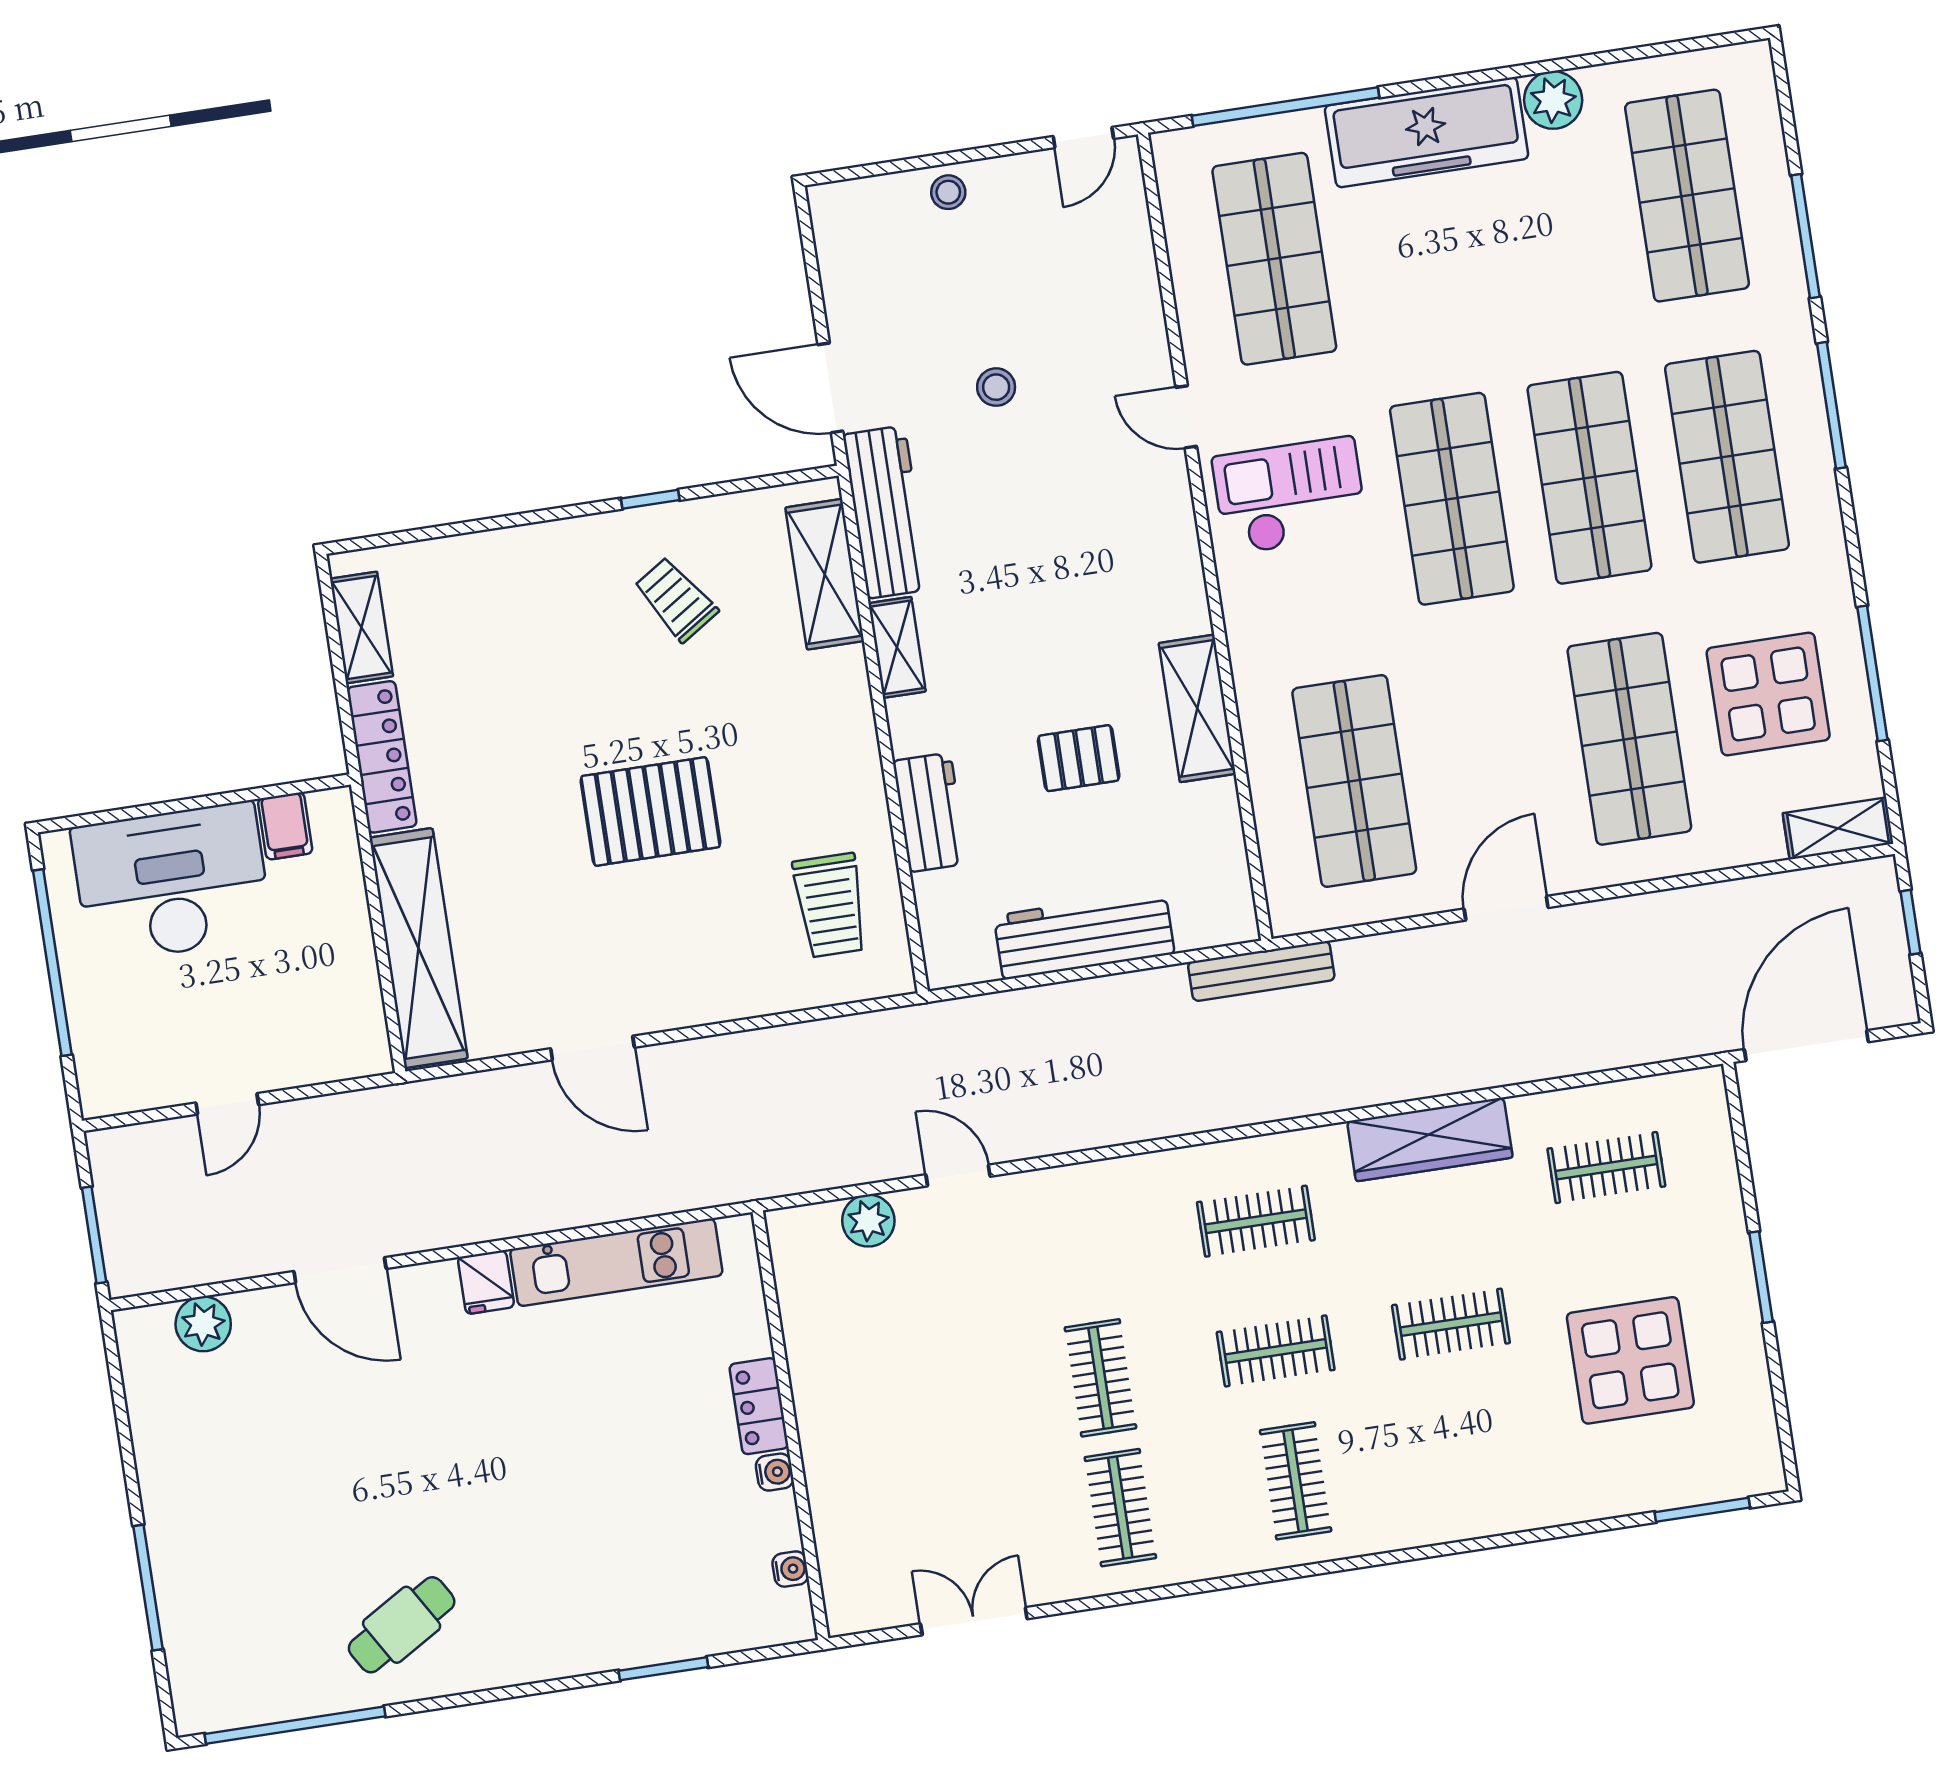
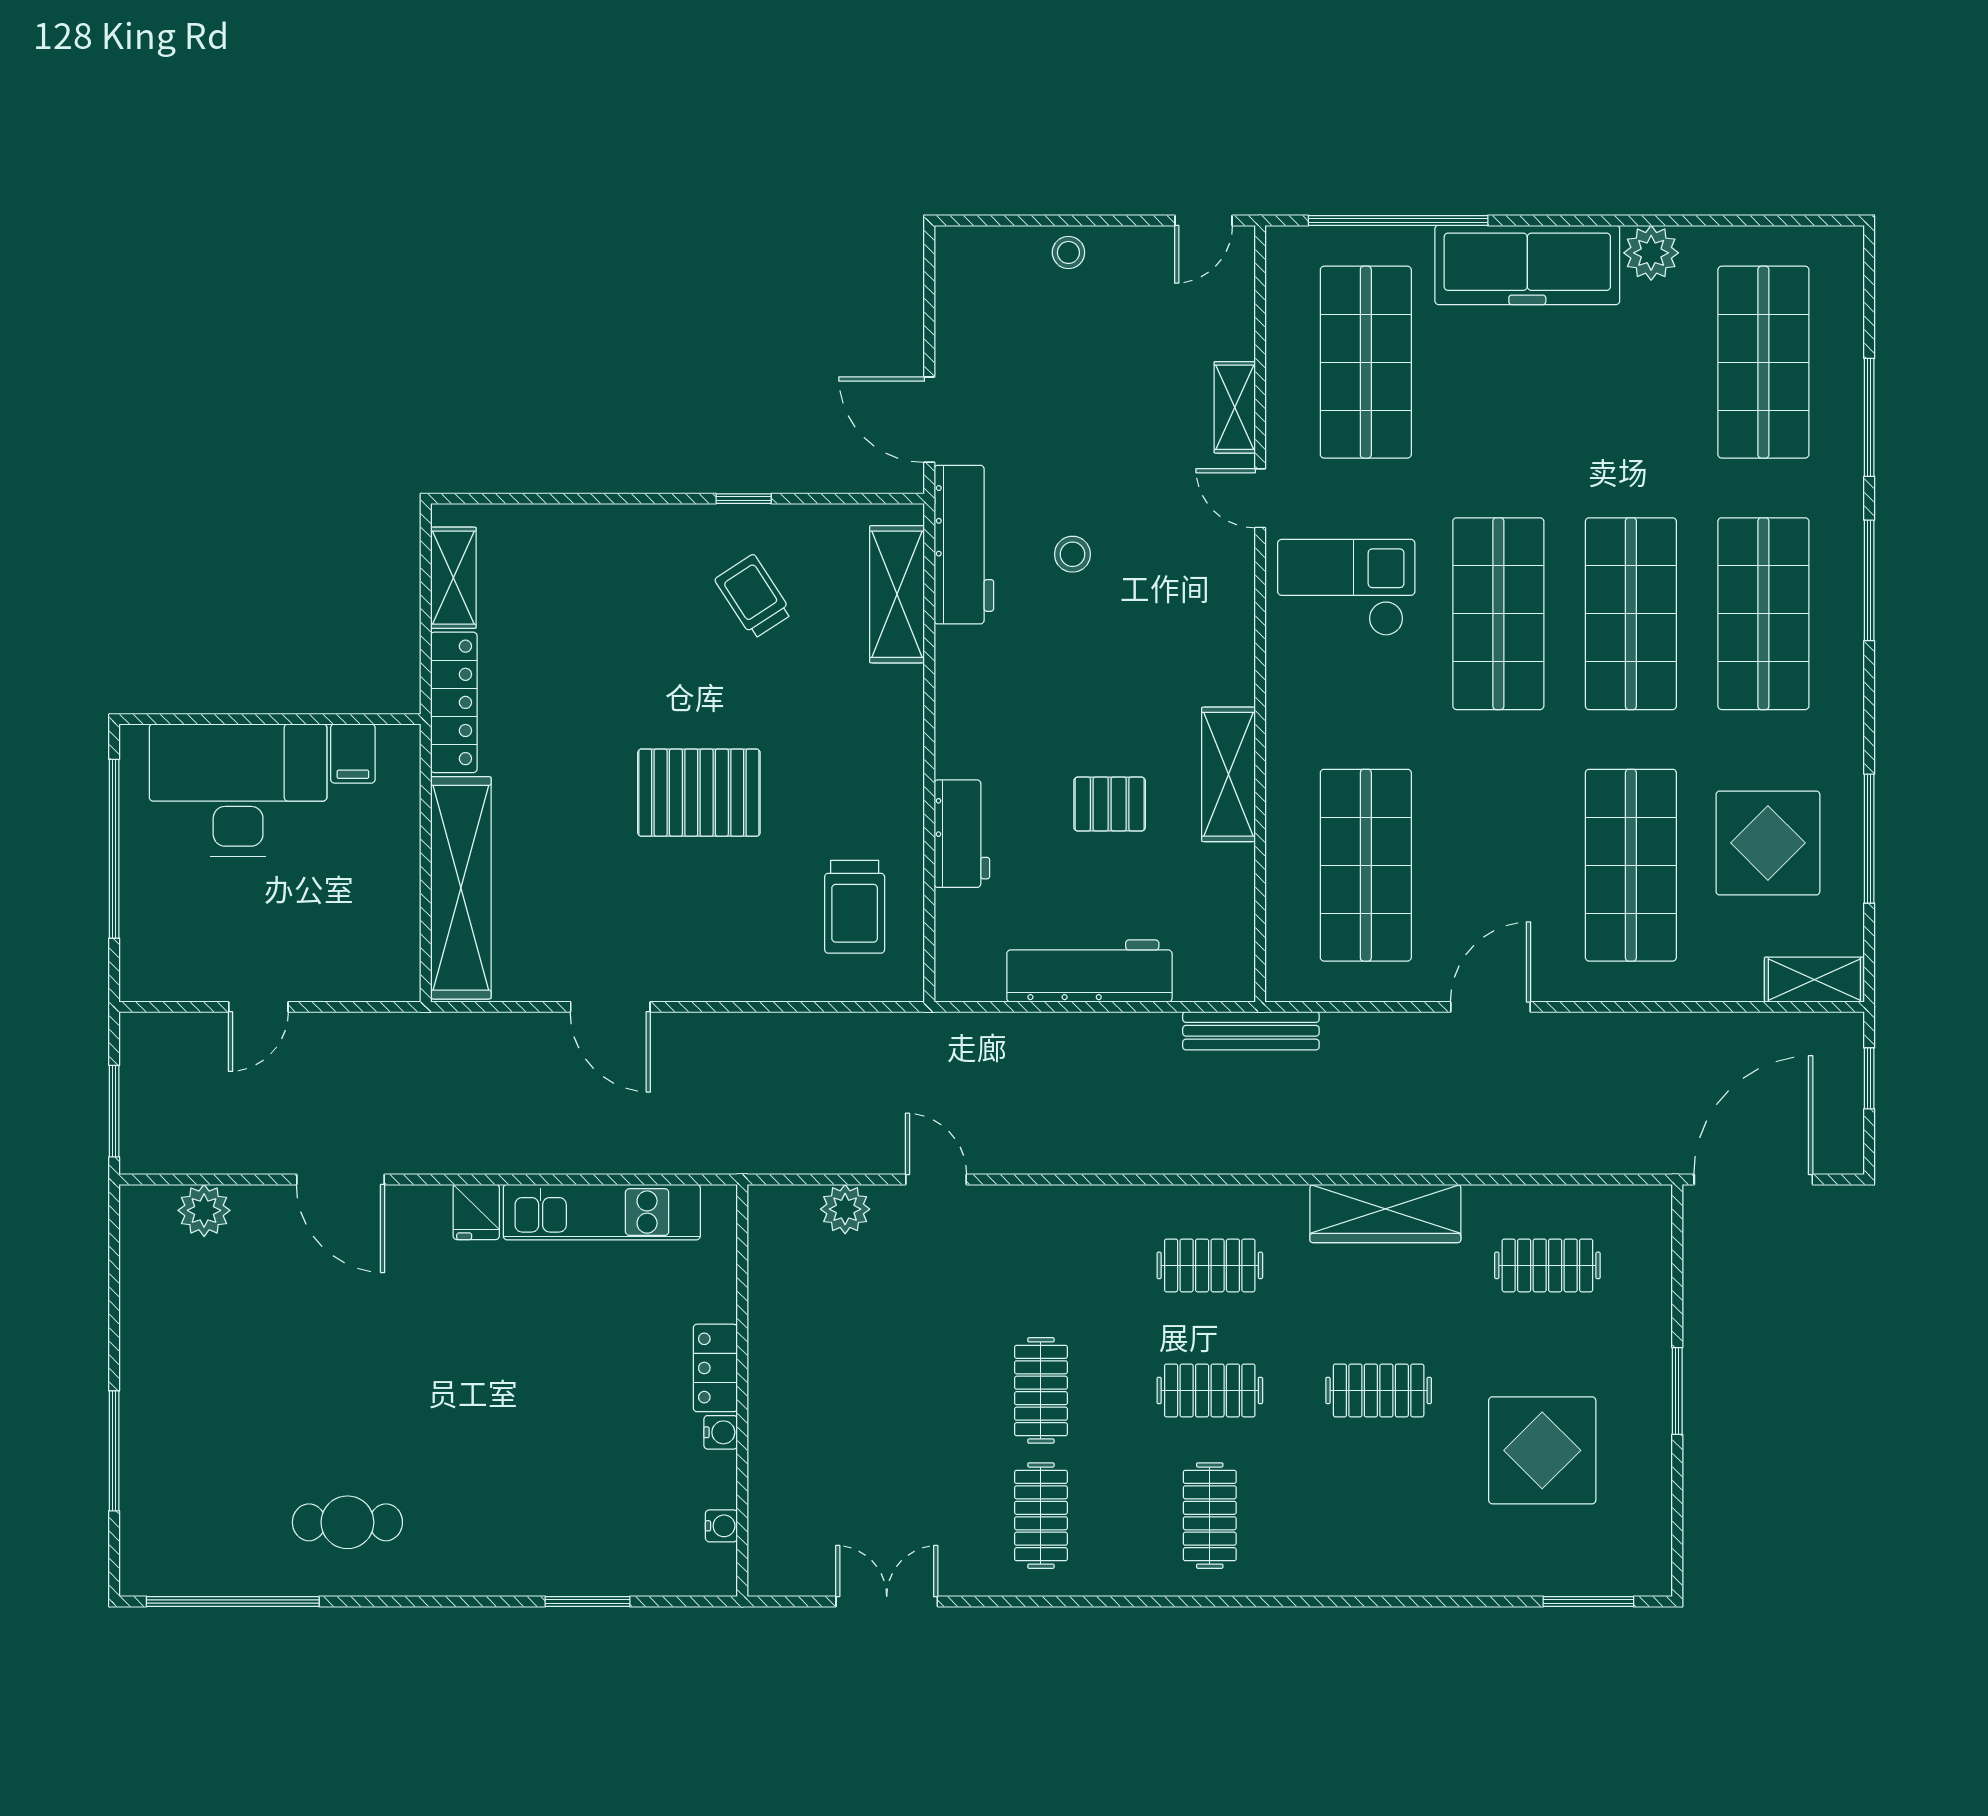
stool: (996, 387) -> (1072, 554), moved
shelving: (897, 647) -> (1235, 407), moved
cafe table: (402, 1625) -> (347, 1522), turned 31

